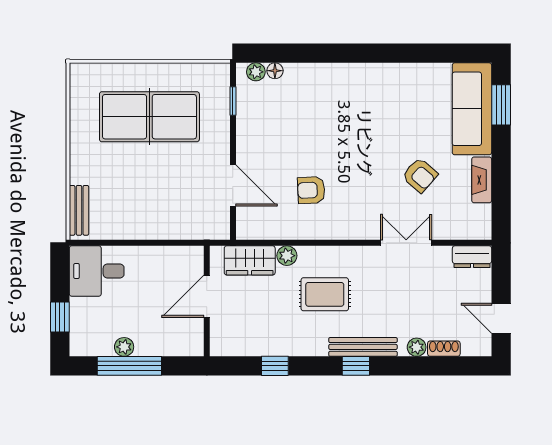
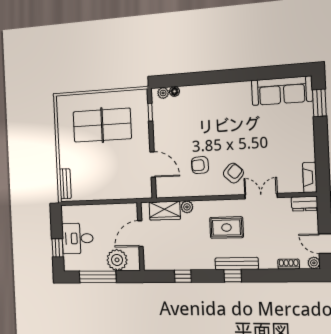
sofa: (472, 109) -> (282, 91), moved, turned -90
armchair: (420, 175) -> (233, 173), moved, turned -88
fireplace: (482, 180) -> (310, 177), moved
desk: (97, 271) -> (78, 238), moved
rug: (325, 294) -> (226, 228), moved
plant: (124, 347) -> (117, 260), moved, width x1.88, depth x1.88
plant: (417, 347) -> (314, 263), moved

